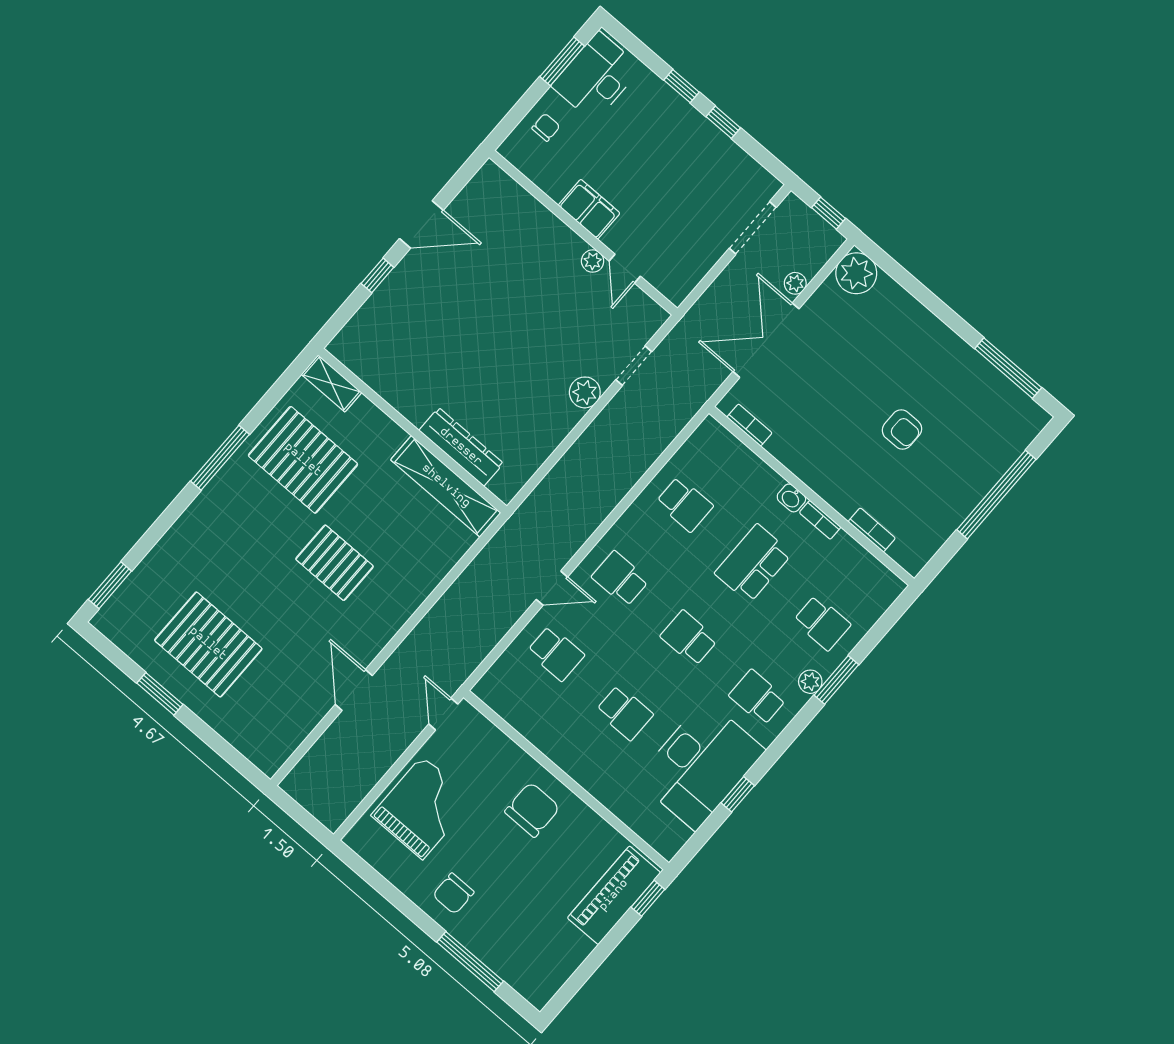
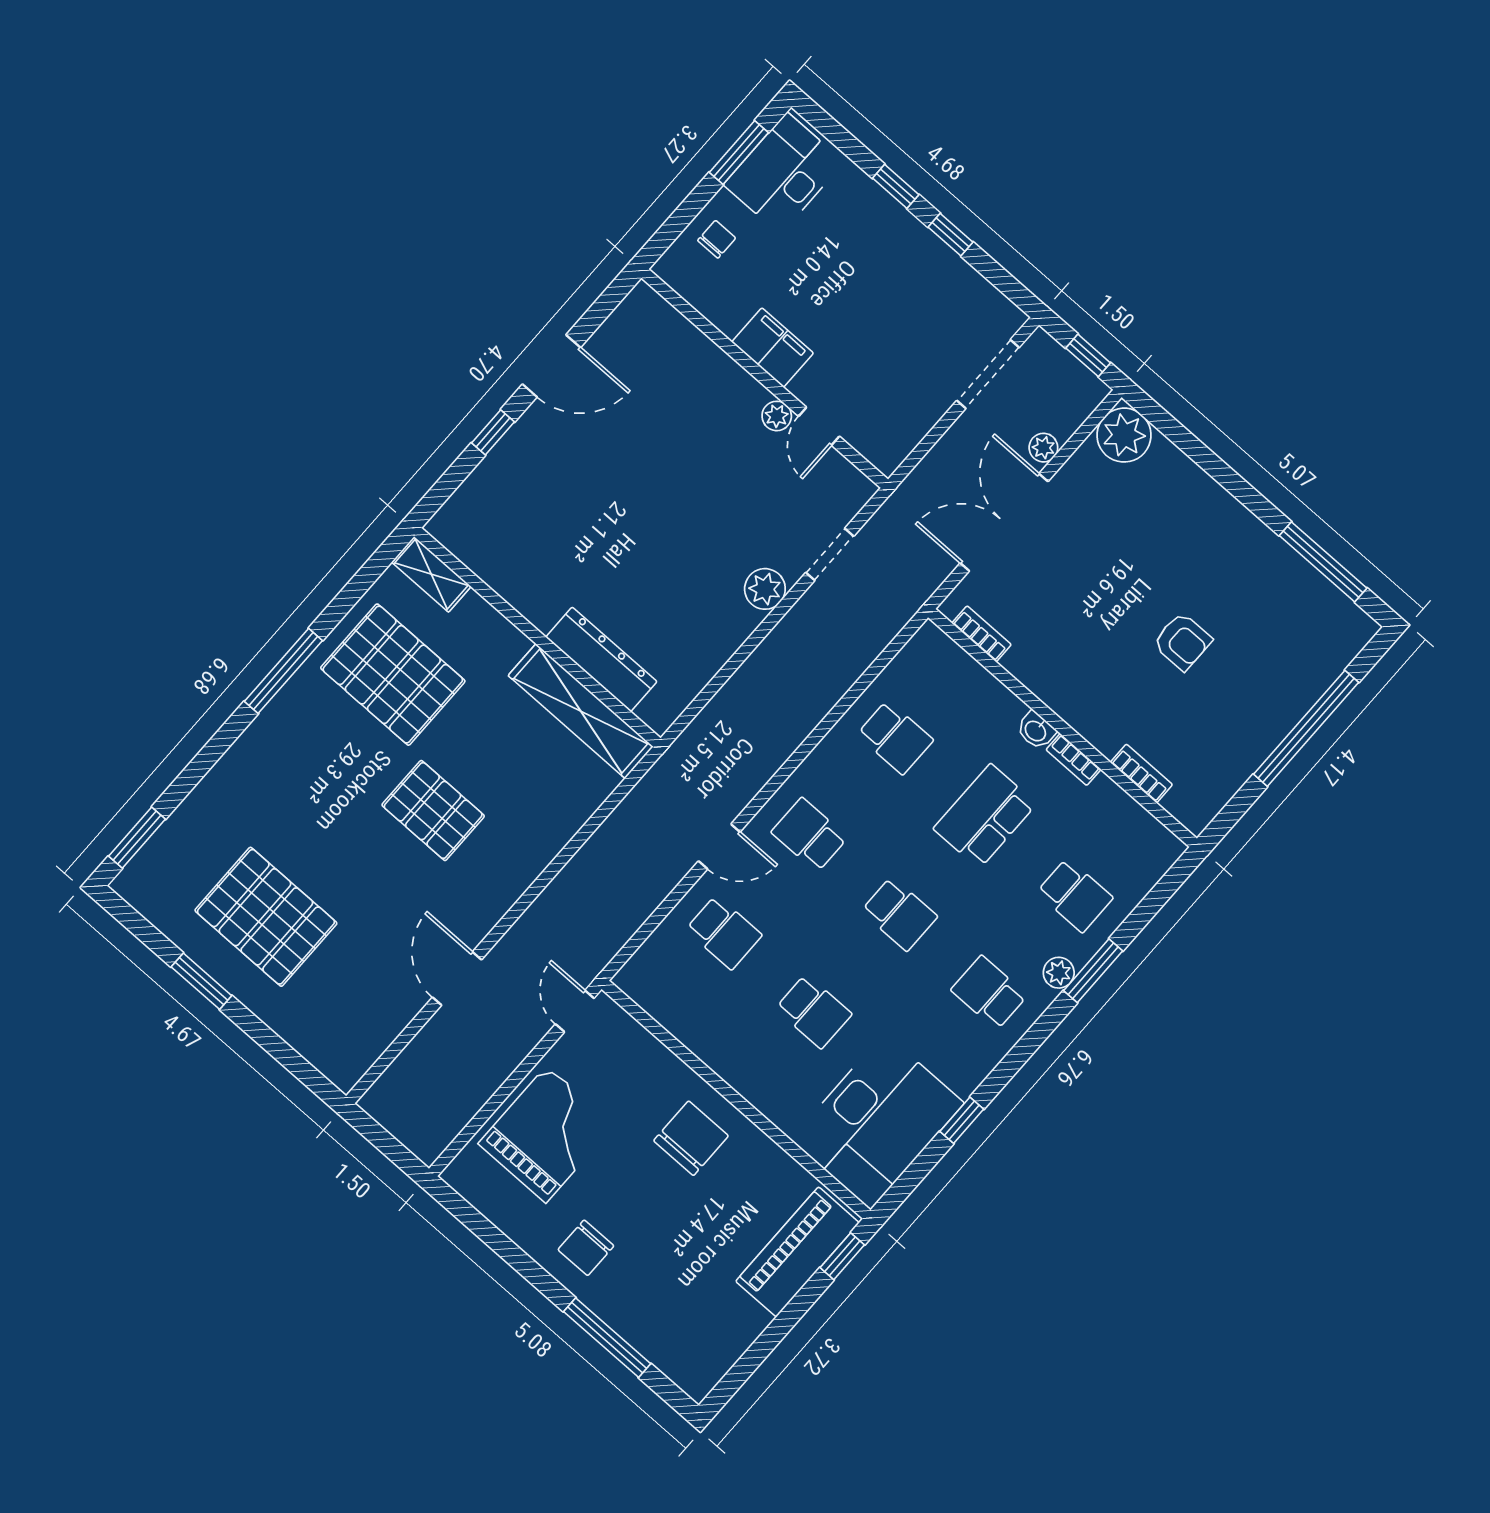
school desk: (689, 638) -> (899, 914), turned 180
desk: (700, 765) -> (877, 1121), moved

